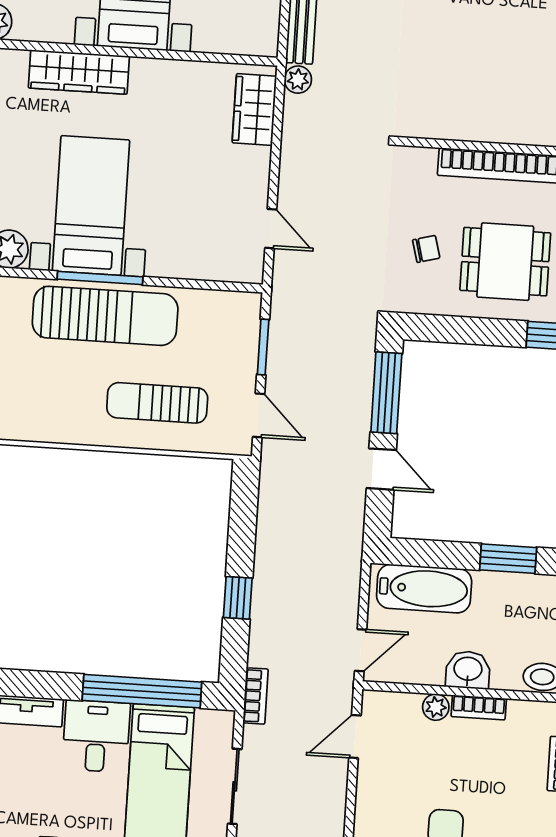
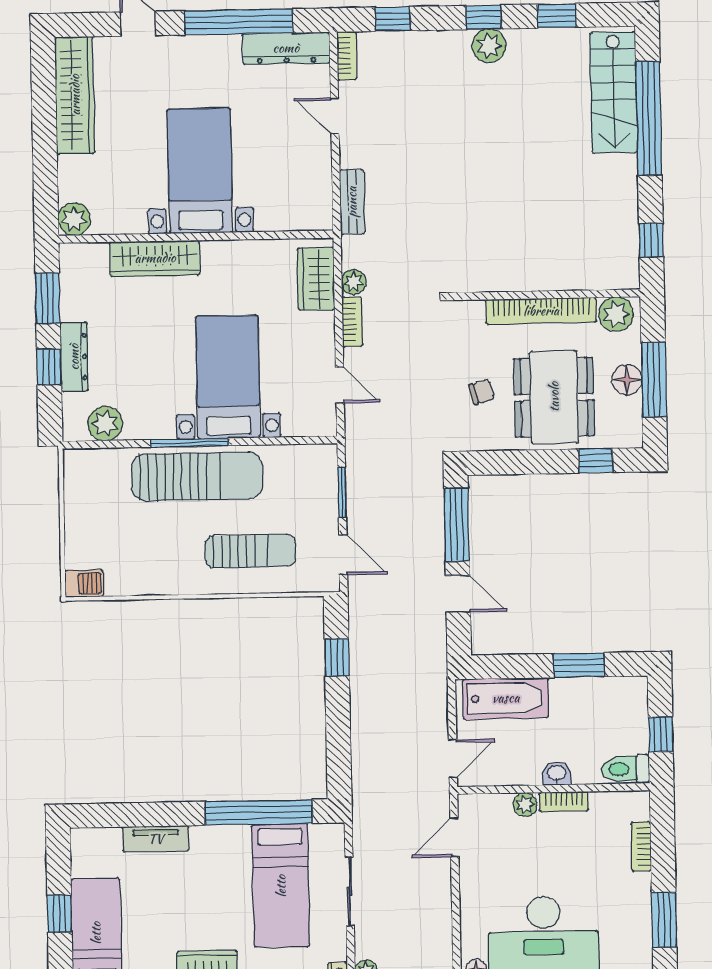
plant: (298, 80) -> (354, 282), moved
bed with nightstands: (91, 206) -> (228, 377), moved
dining table: (505, 262) -> (554, 397), width x1.38
sun lounger: (157, 403) -> (251, 551), turned 180
window: (238, 598) -> (337, 657), moved
washbasin: (468, 670) -> (557, 773), width x0.72, depth x0.69
bookcase: (255, 696) -> (352, 322), moved
desk: (96, 736) -> (221, 856), removed

